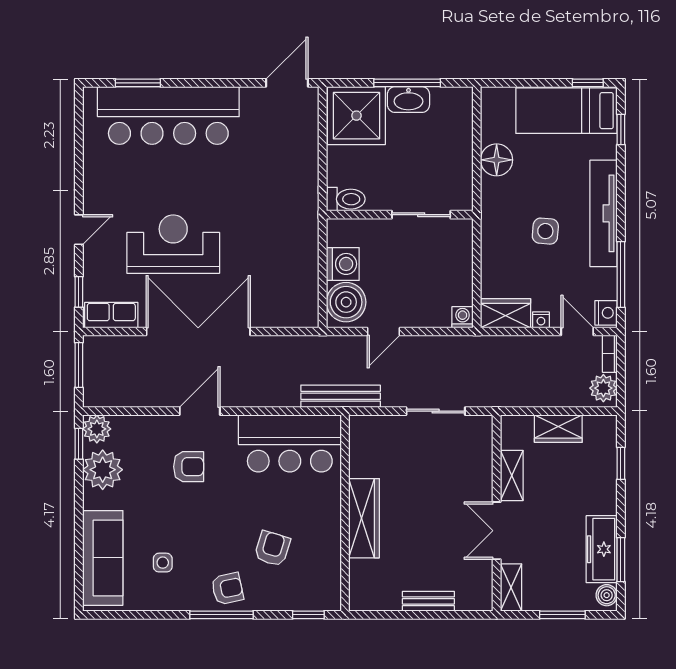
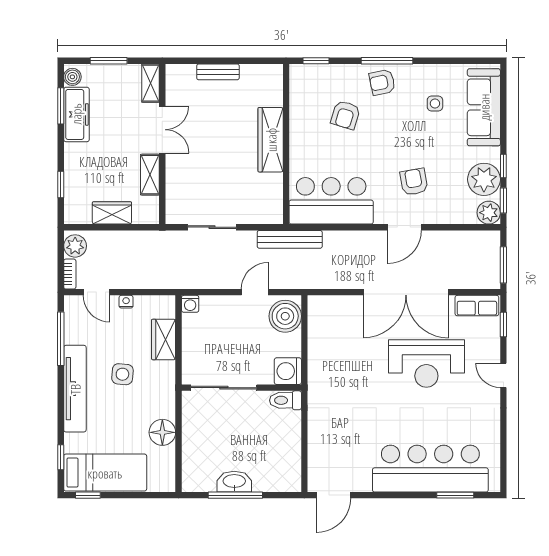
shower: (356, 116) -> (277, 468), removed
sliding door: (421, 215) -> (224, 388), width x1.37
door: (79, 230) -> (503, 375), hinge flipped
washing machine: (343, 264) -> (288, 371), moved
wardrobe: (506, 313) -> (164, 339), moved, turned 90
nightstand: (606, 313) -> (73, 307), removed
armchair: (189, 467) -> (414, 182), turned 80
window: (79, 486) -> (503, 166), added

